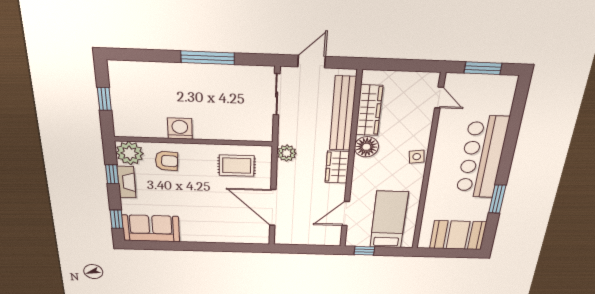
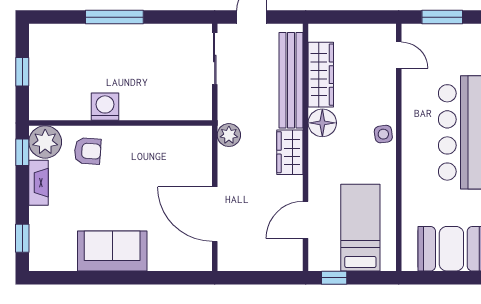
window: (208, 58) -> (114, 17), moved
rug: (237, 166) -> (170, 154), removed
window: (112, 174) -> (22, 152), moved
sofa: (151, 228) -> (112, 251), moved

